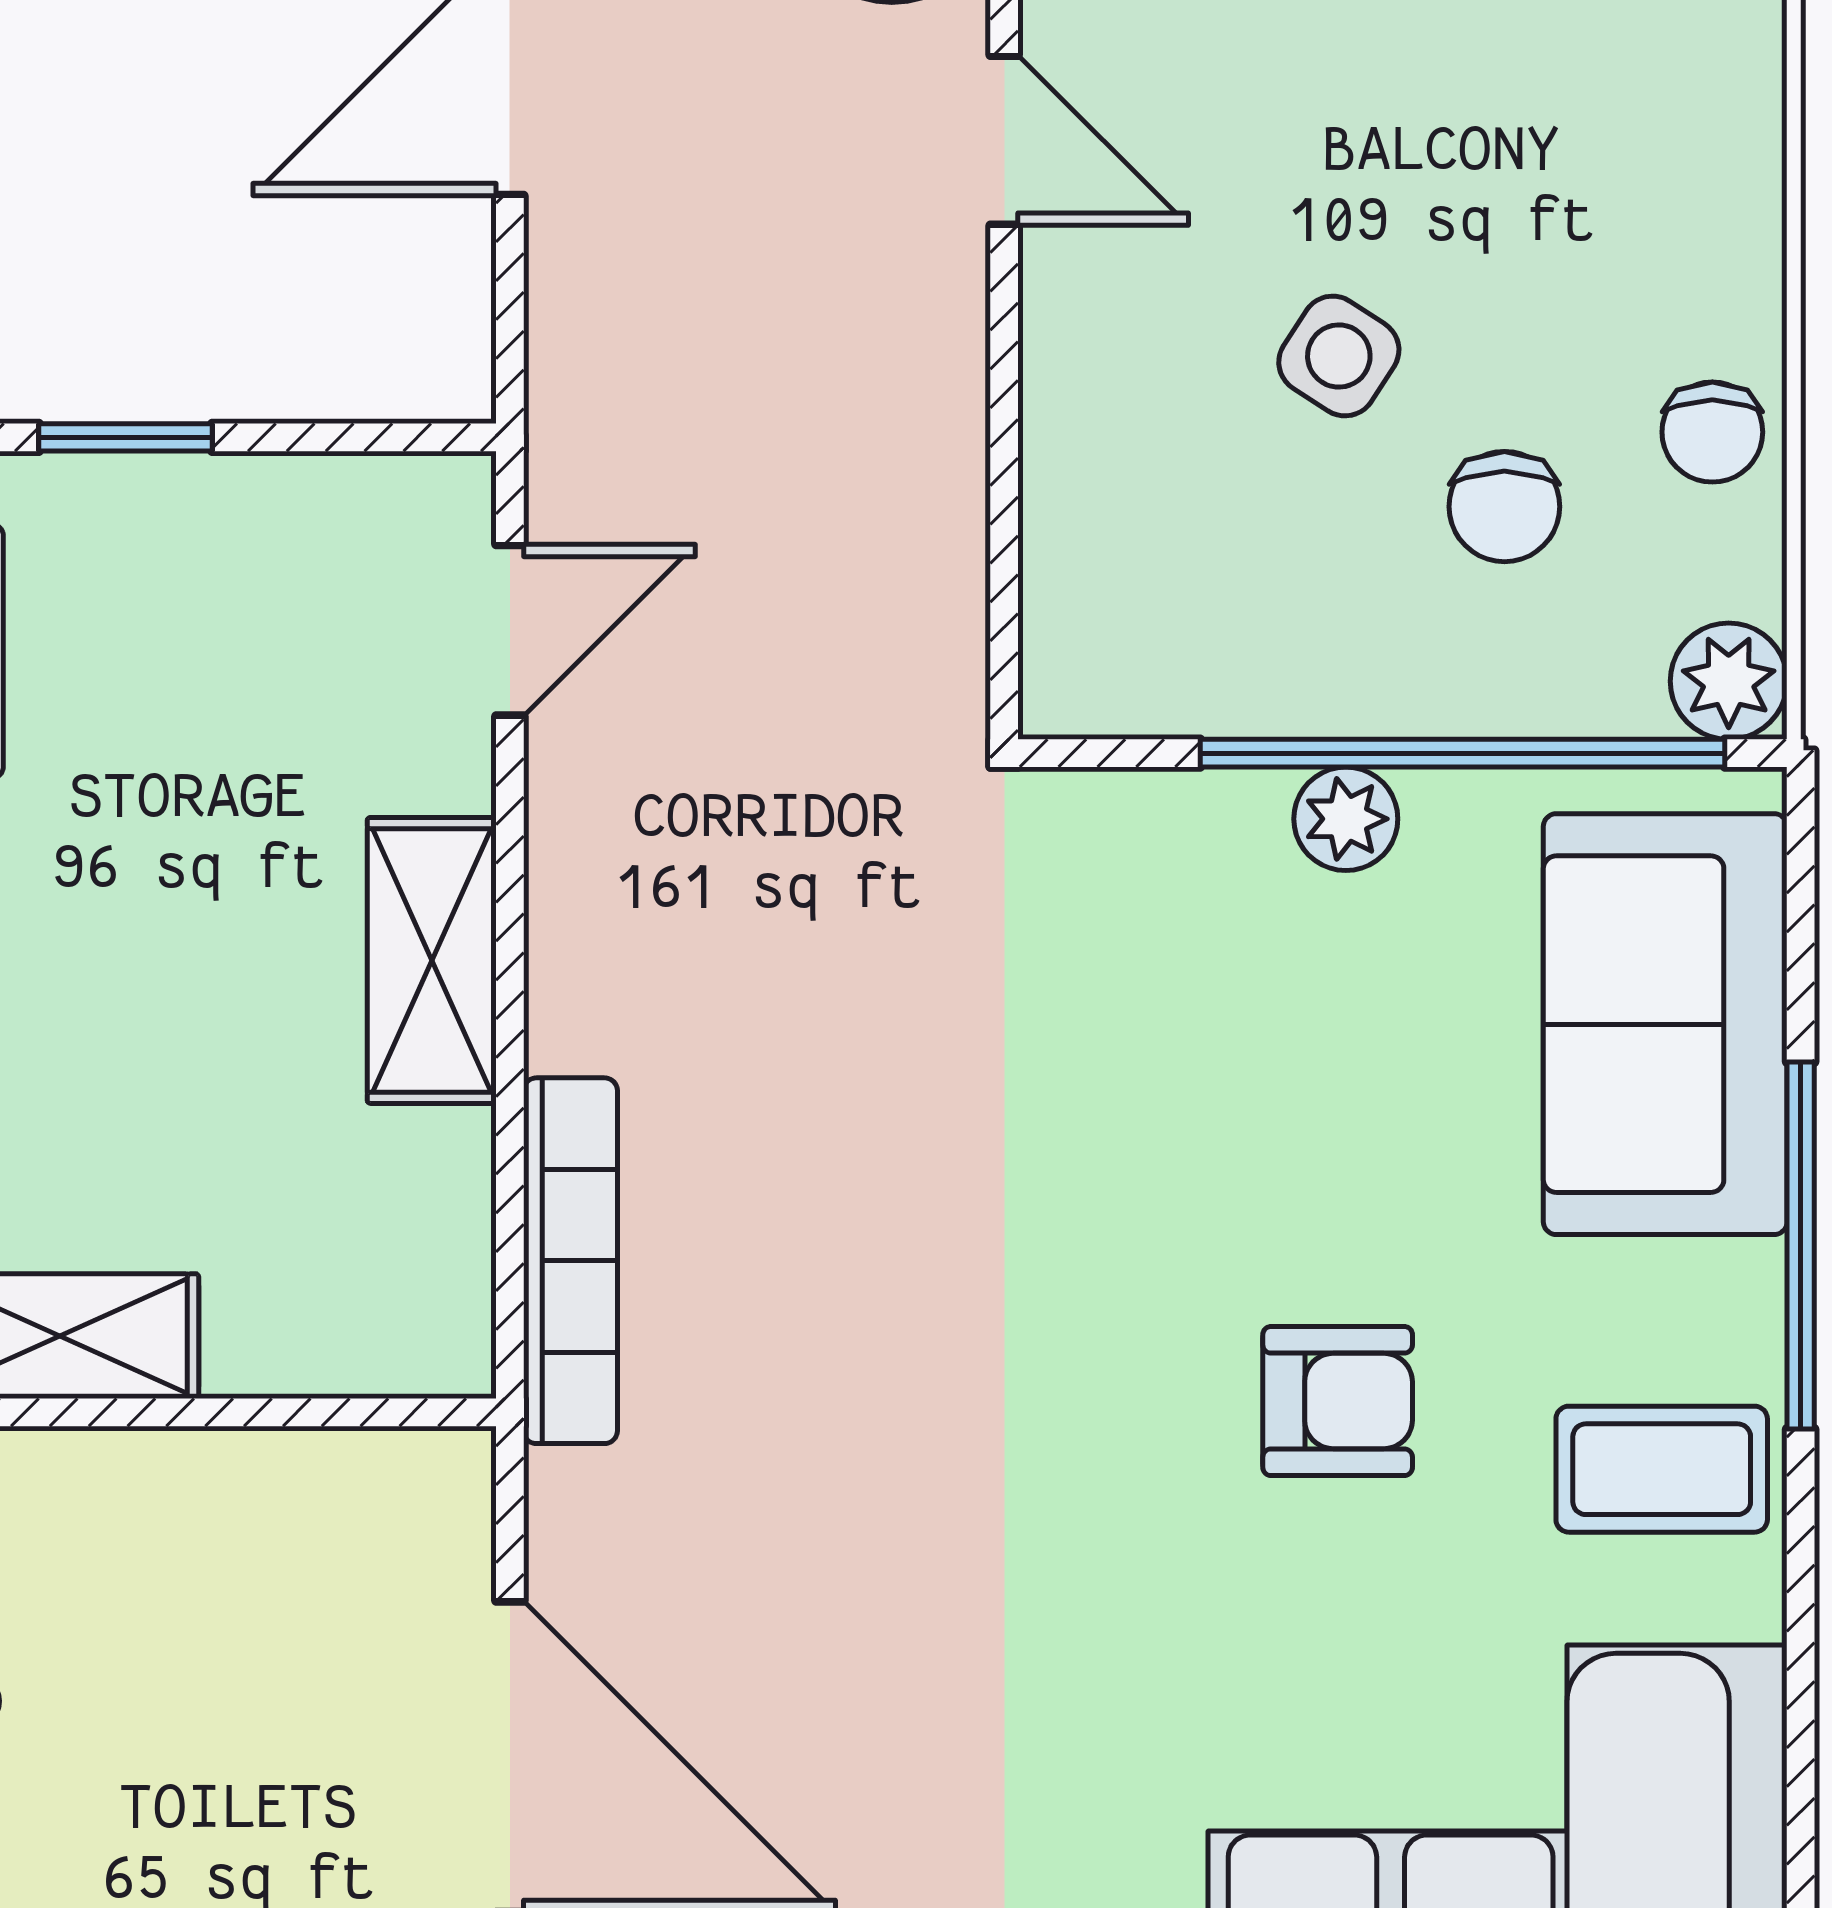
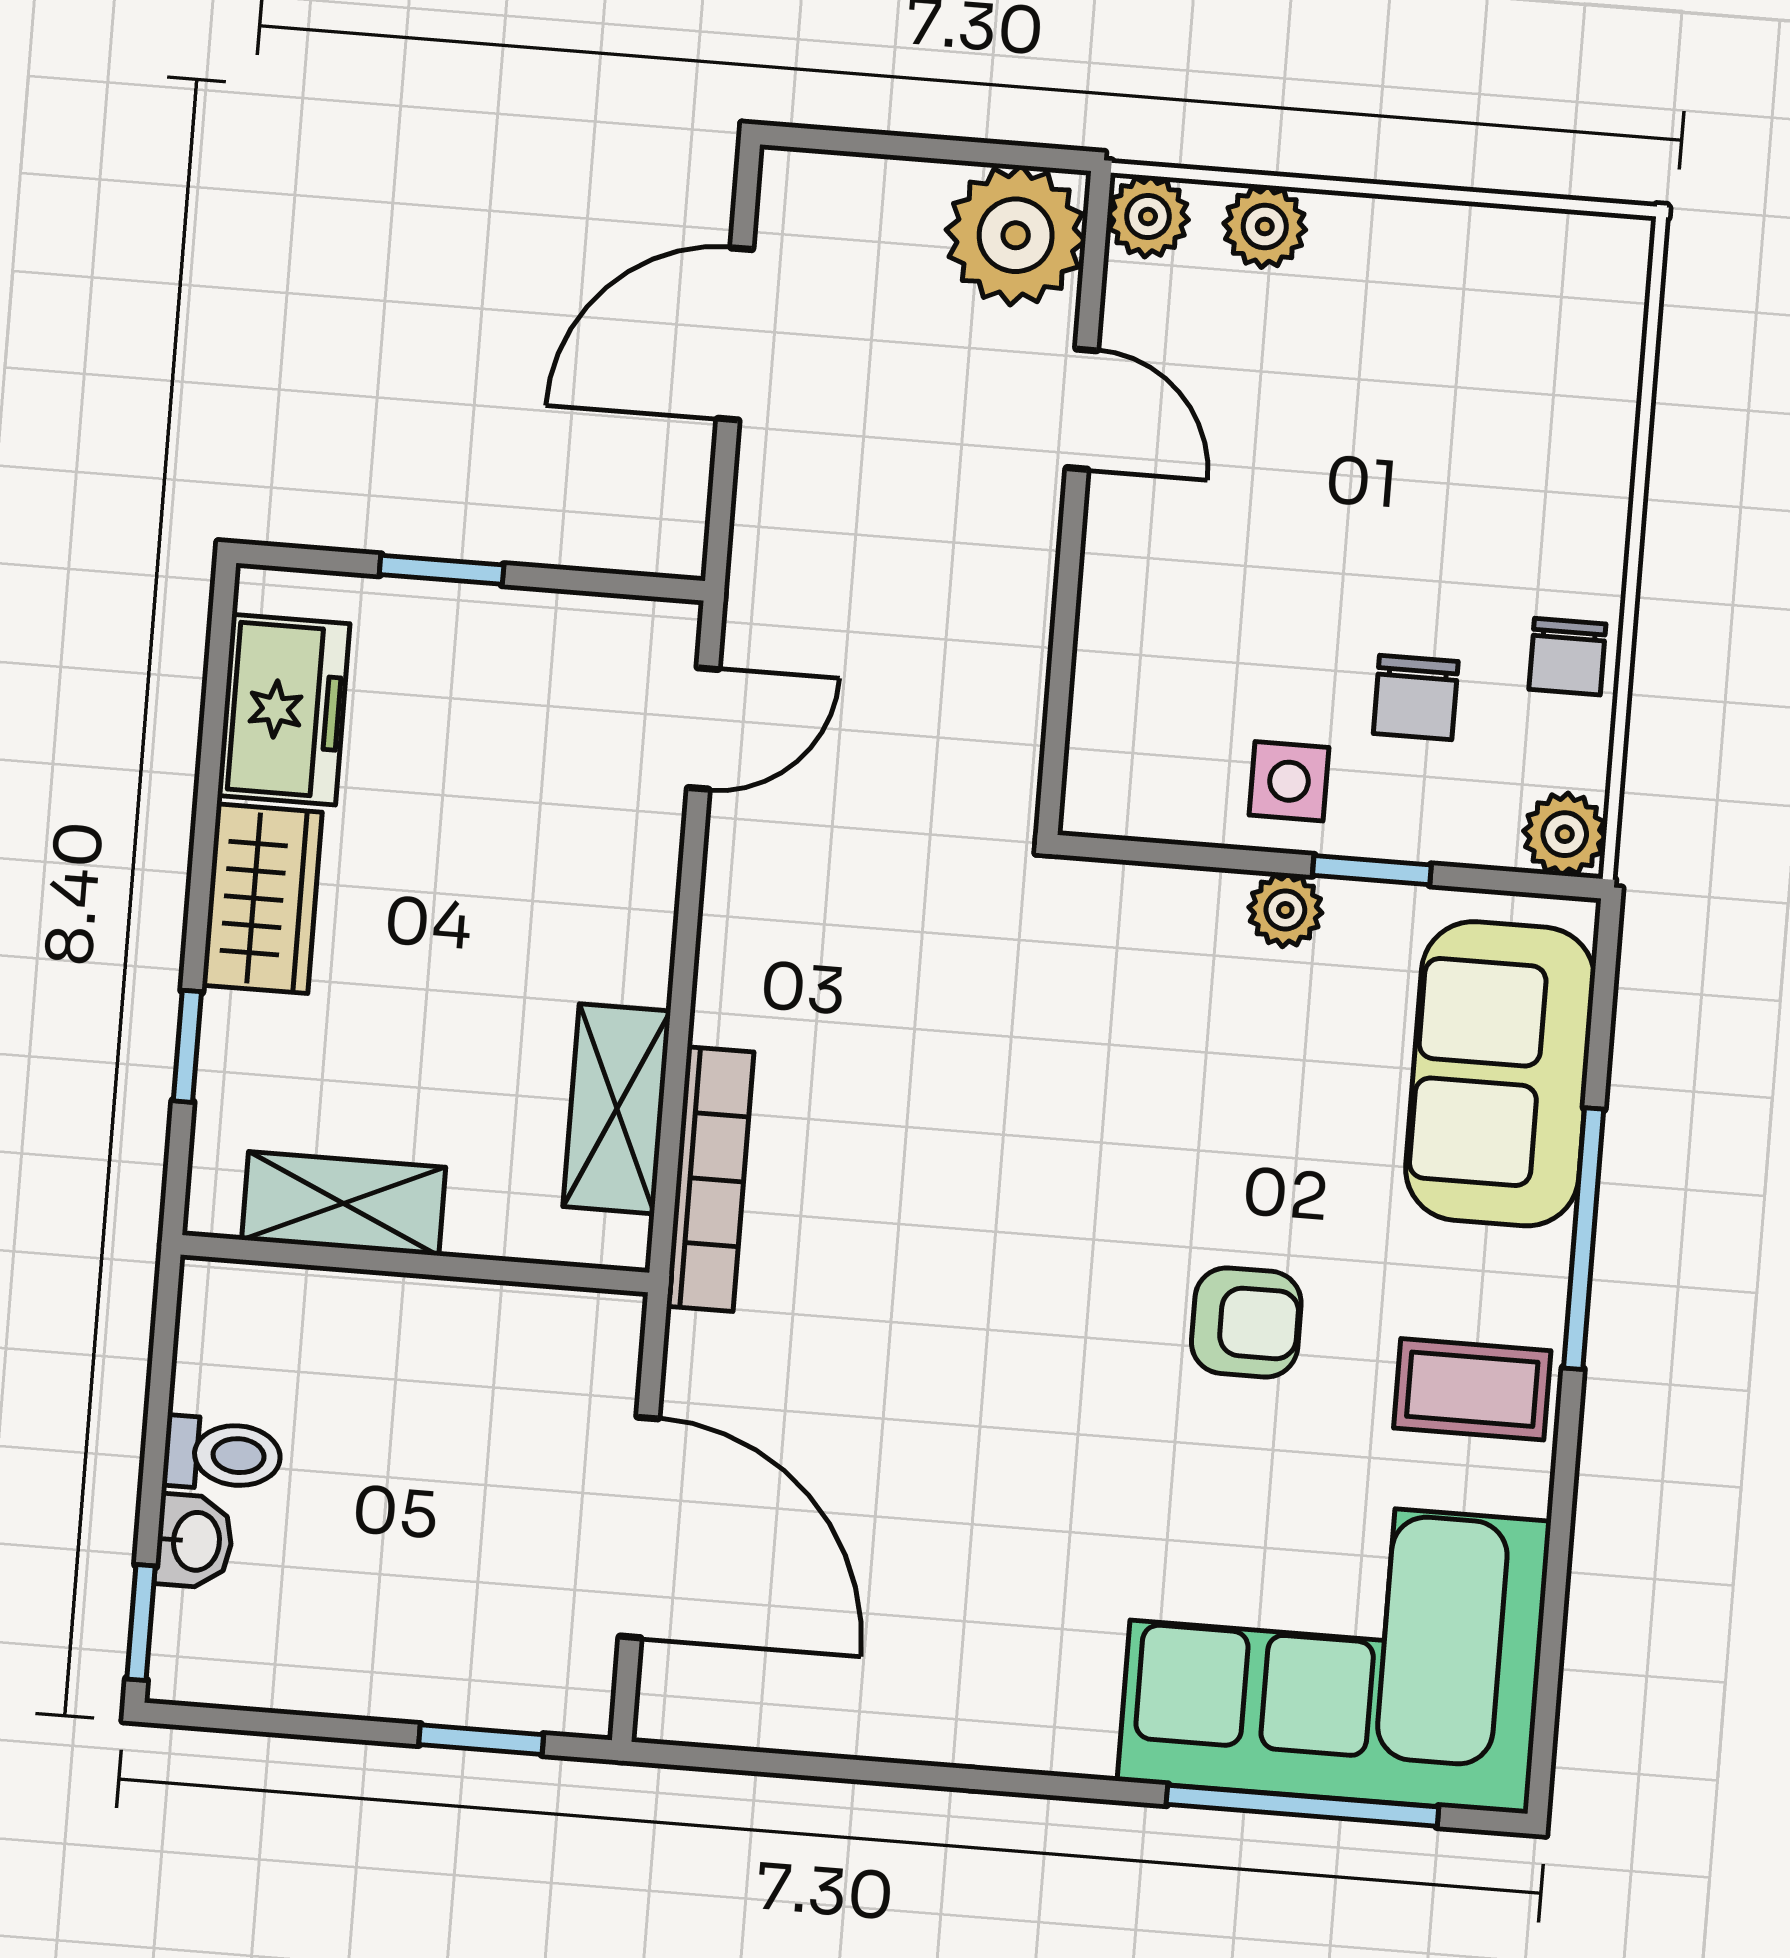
side table: (1339, 356) -> (1289, 781), moved, turned -33
window: (1463, 753) -> (1372, 870), width x0.32
shelving: (432, 960) -> (617, 1109), moved

